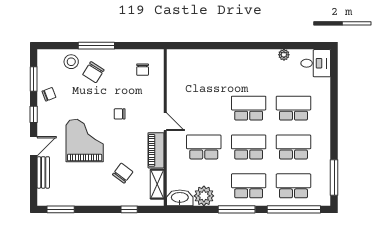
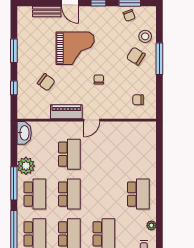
chair: (49, 94) -> (129, 15), moved
school desk: (249, 108) -> (138, 194), moved
shelving: (157, 184) -> (36, 113), removed
plant: (204, 196) -> (26, 166), moved
window: (61, 209) -> (14, 51), moved

